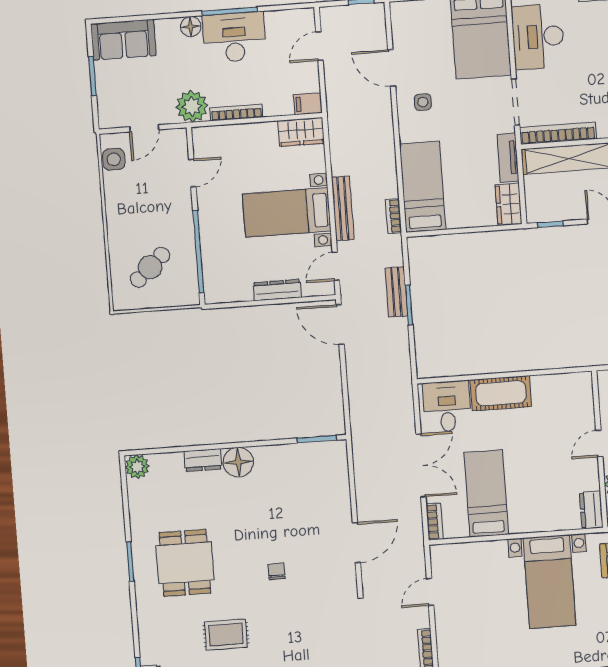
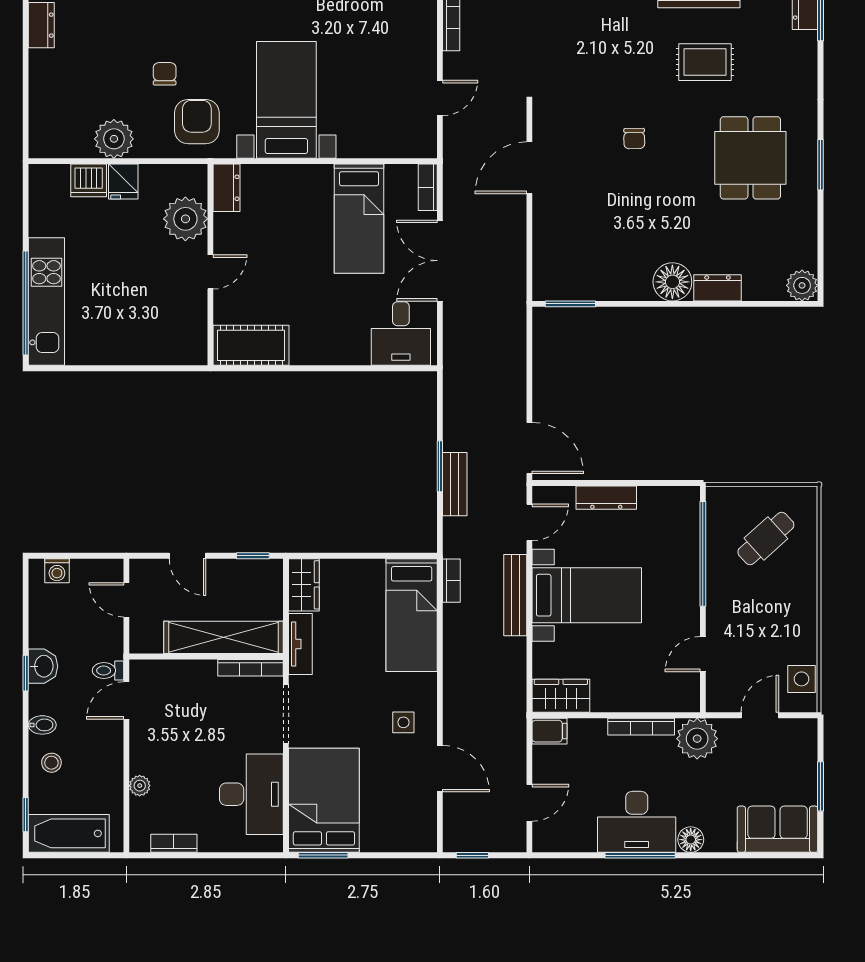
bookcase: (558, 133) -> (251, 668), width x0.68, depth x0.76
cot: (501, 393) -> (251, 345), moved

